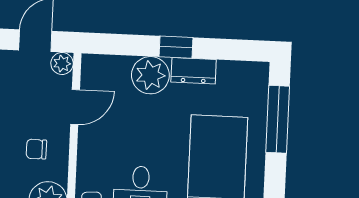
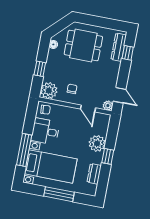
dresser: (194, 71) -> (94, 174), moved
window: (278, 119) -> (59, 194), moved

